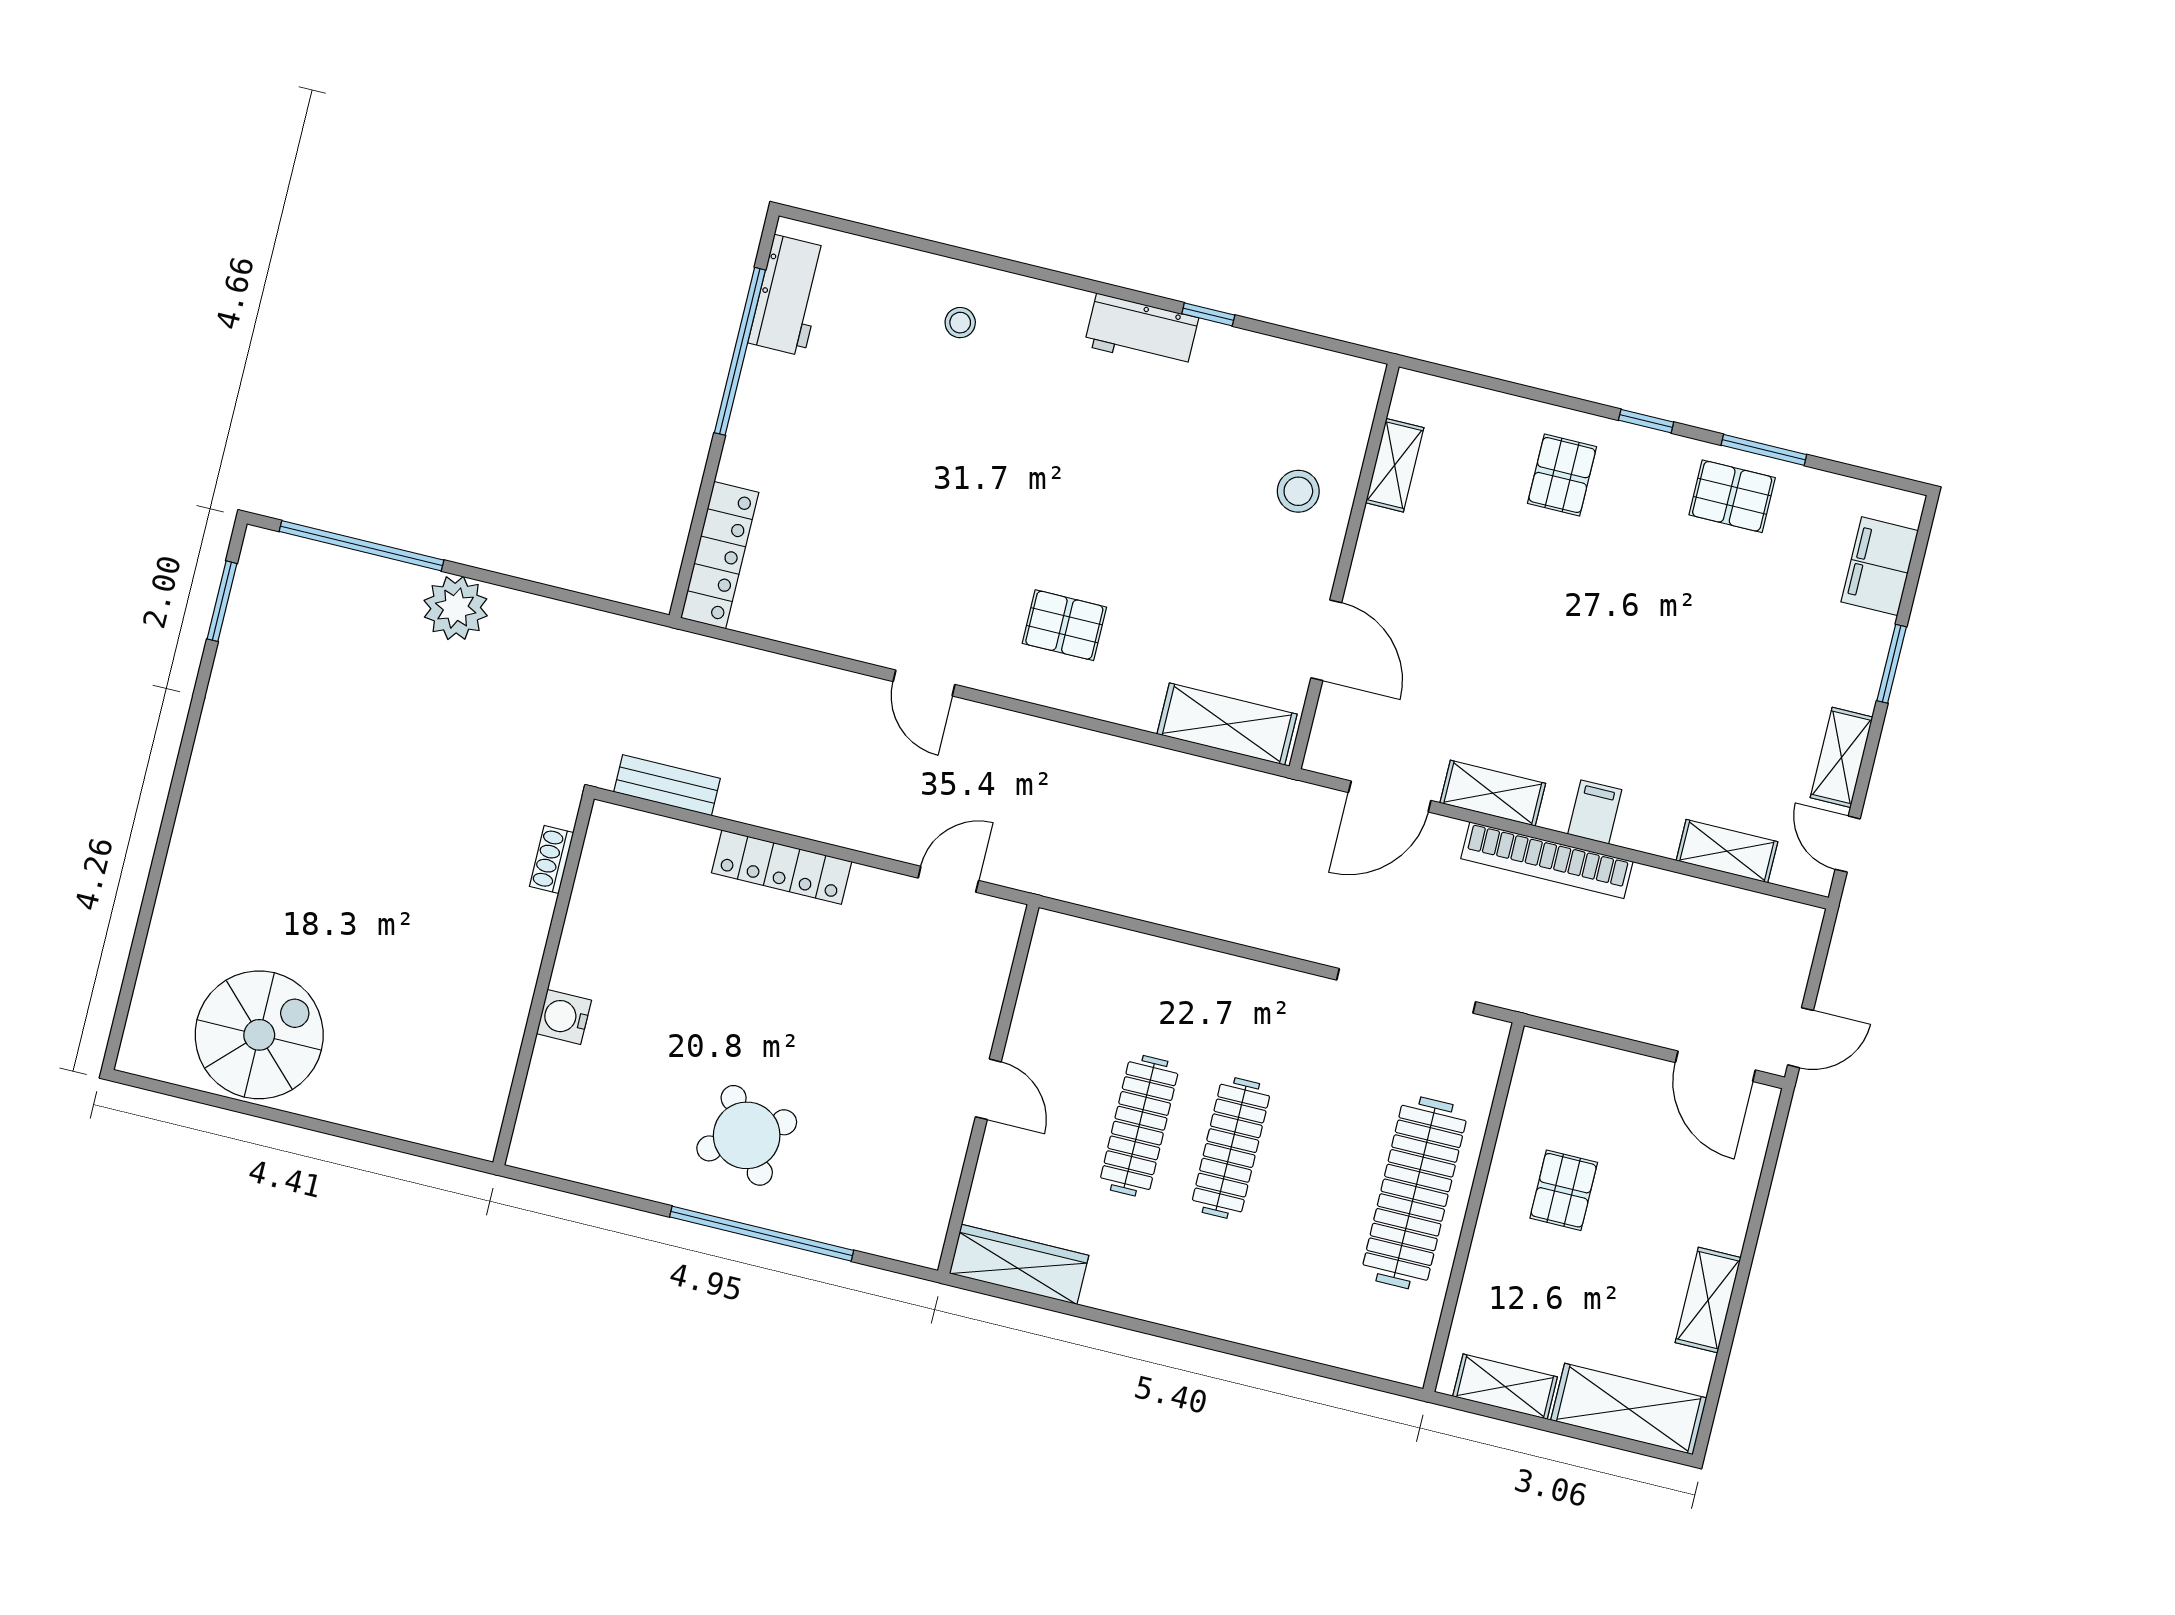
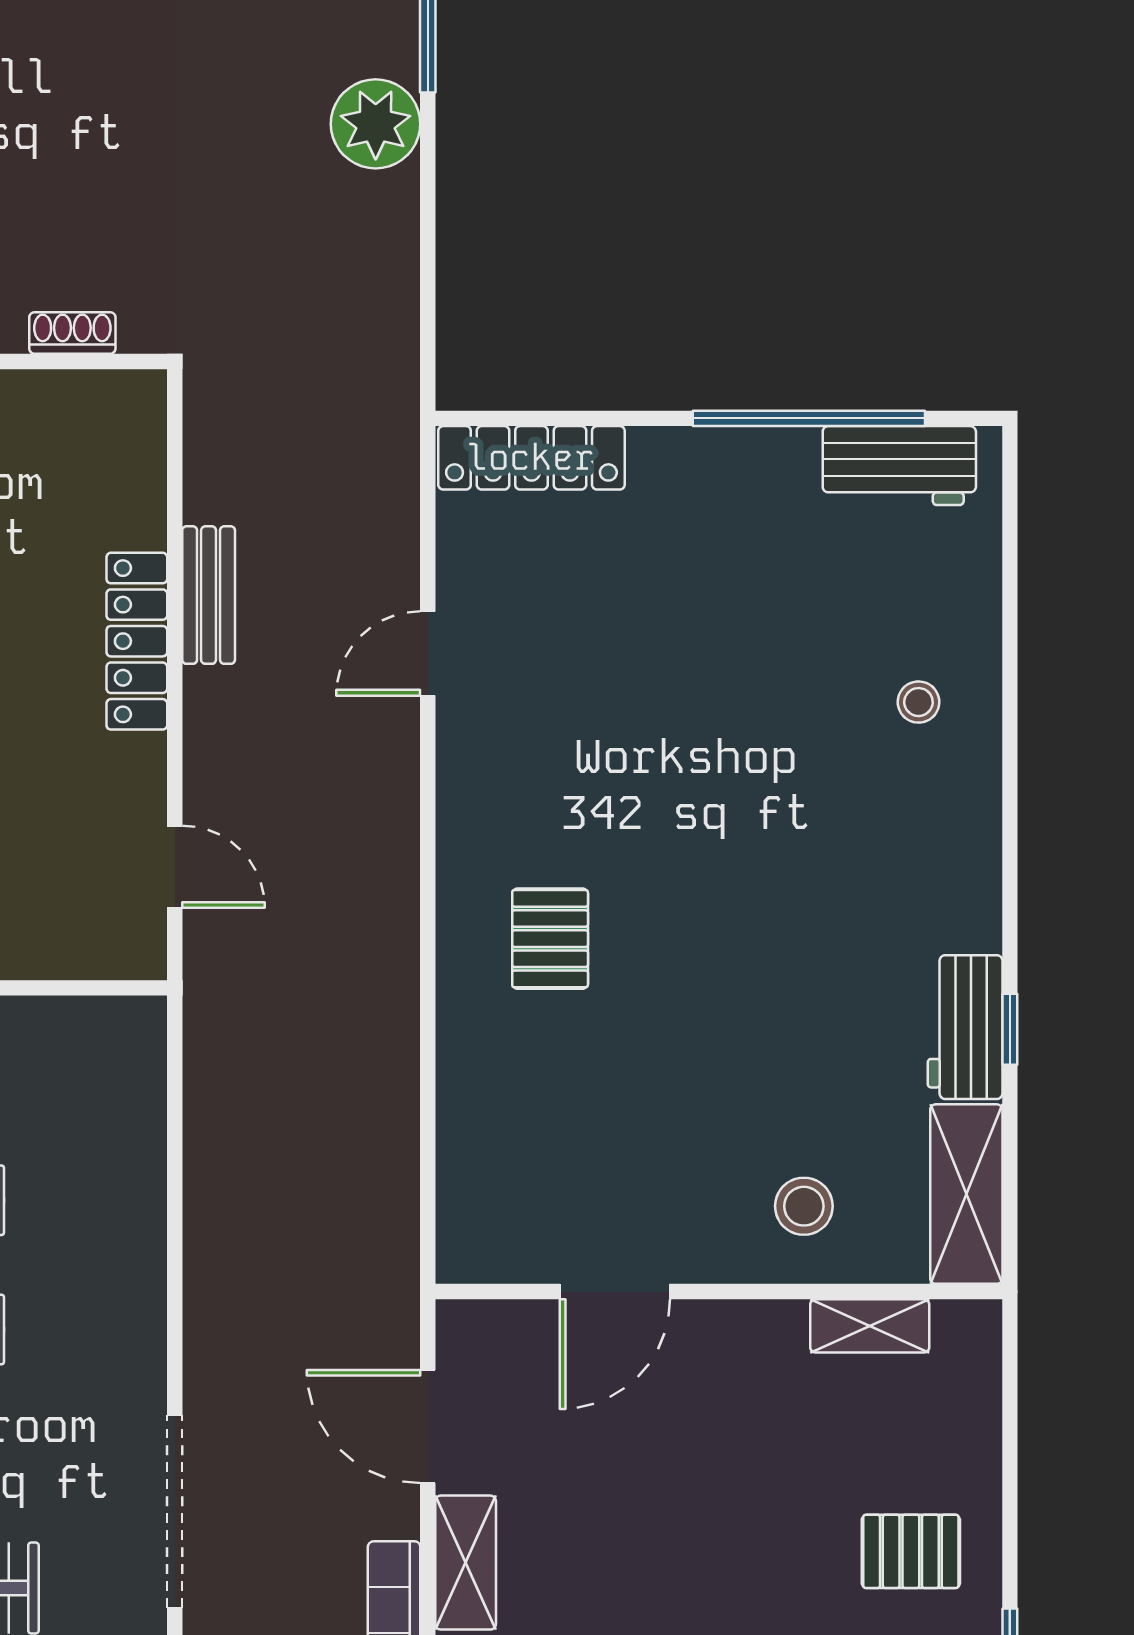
workbench: (1141, 332) -> (965, 1027), moved
door: (924, 683) -> (428, 654), moved
shelving: (1227, 724) -> (966, 1194), moved
bench: (667, 785) -> (209, 595), moved

